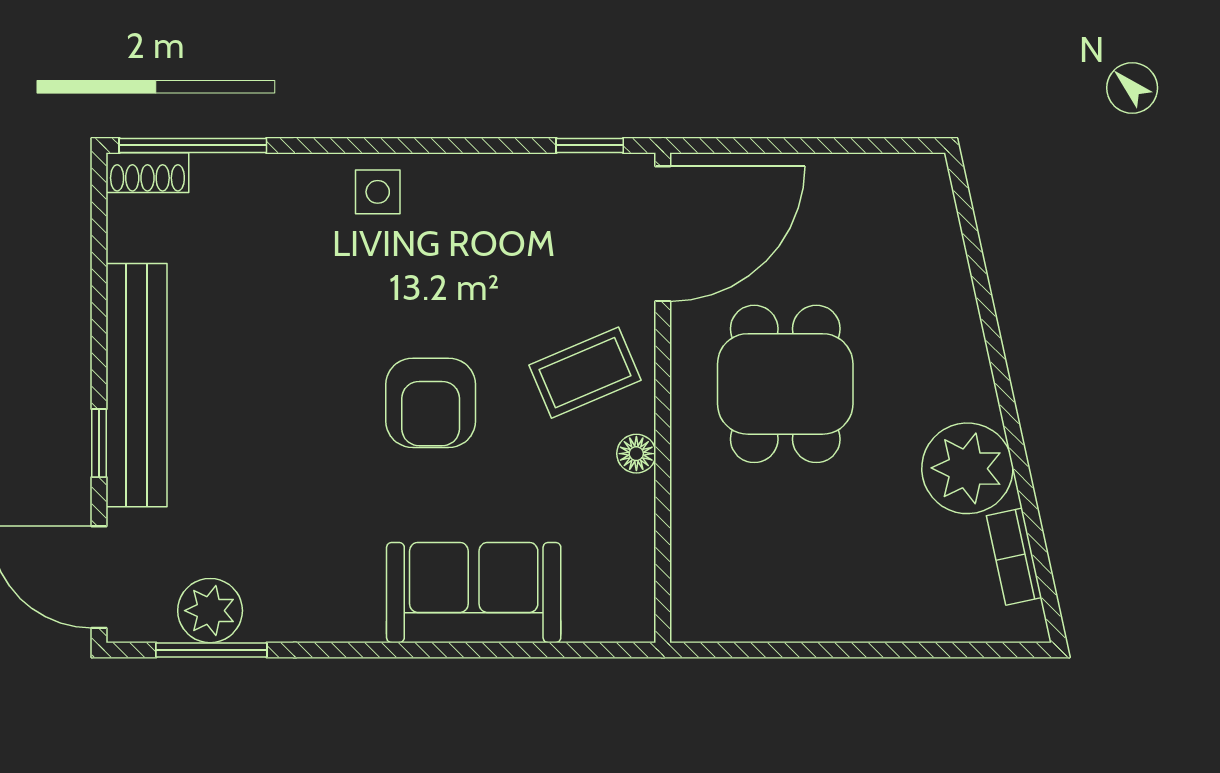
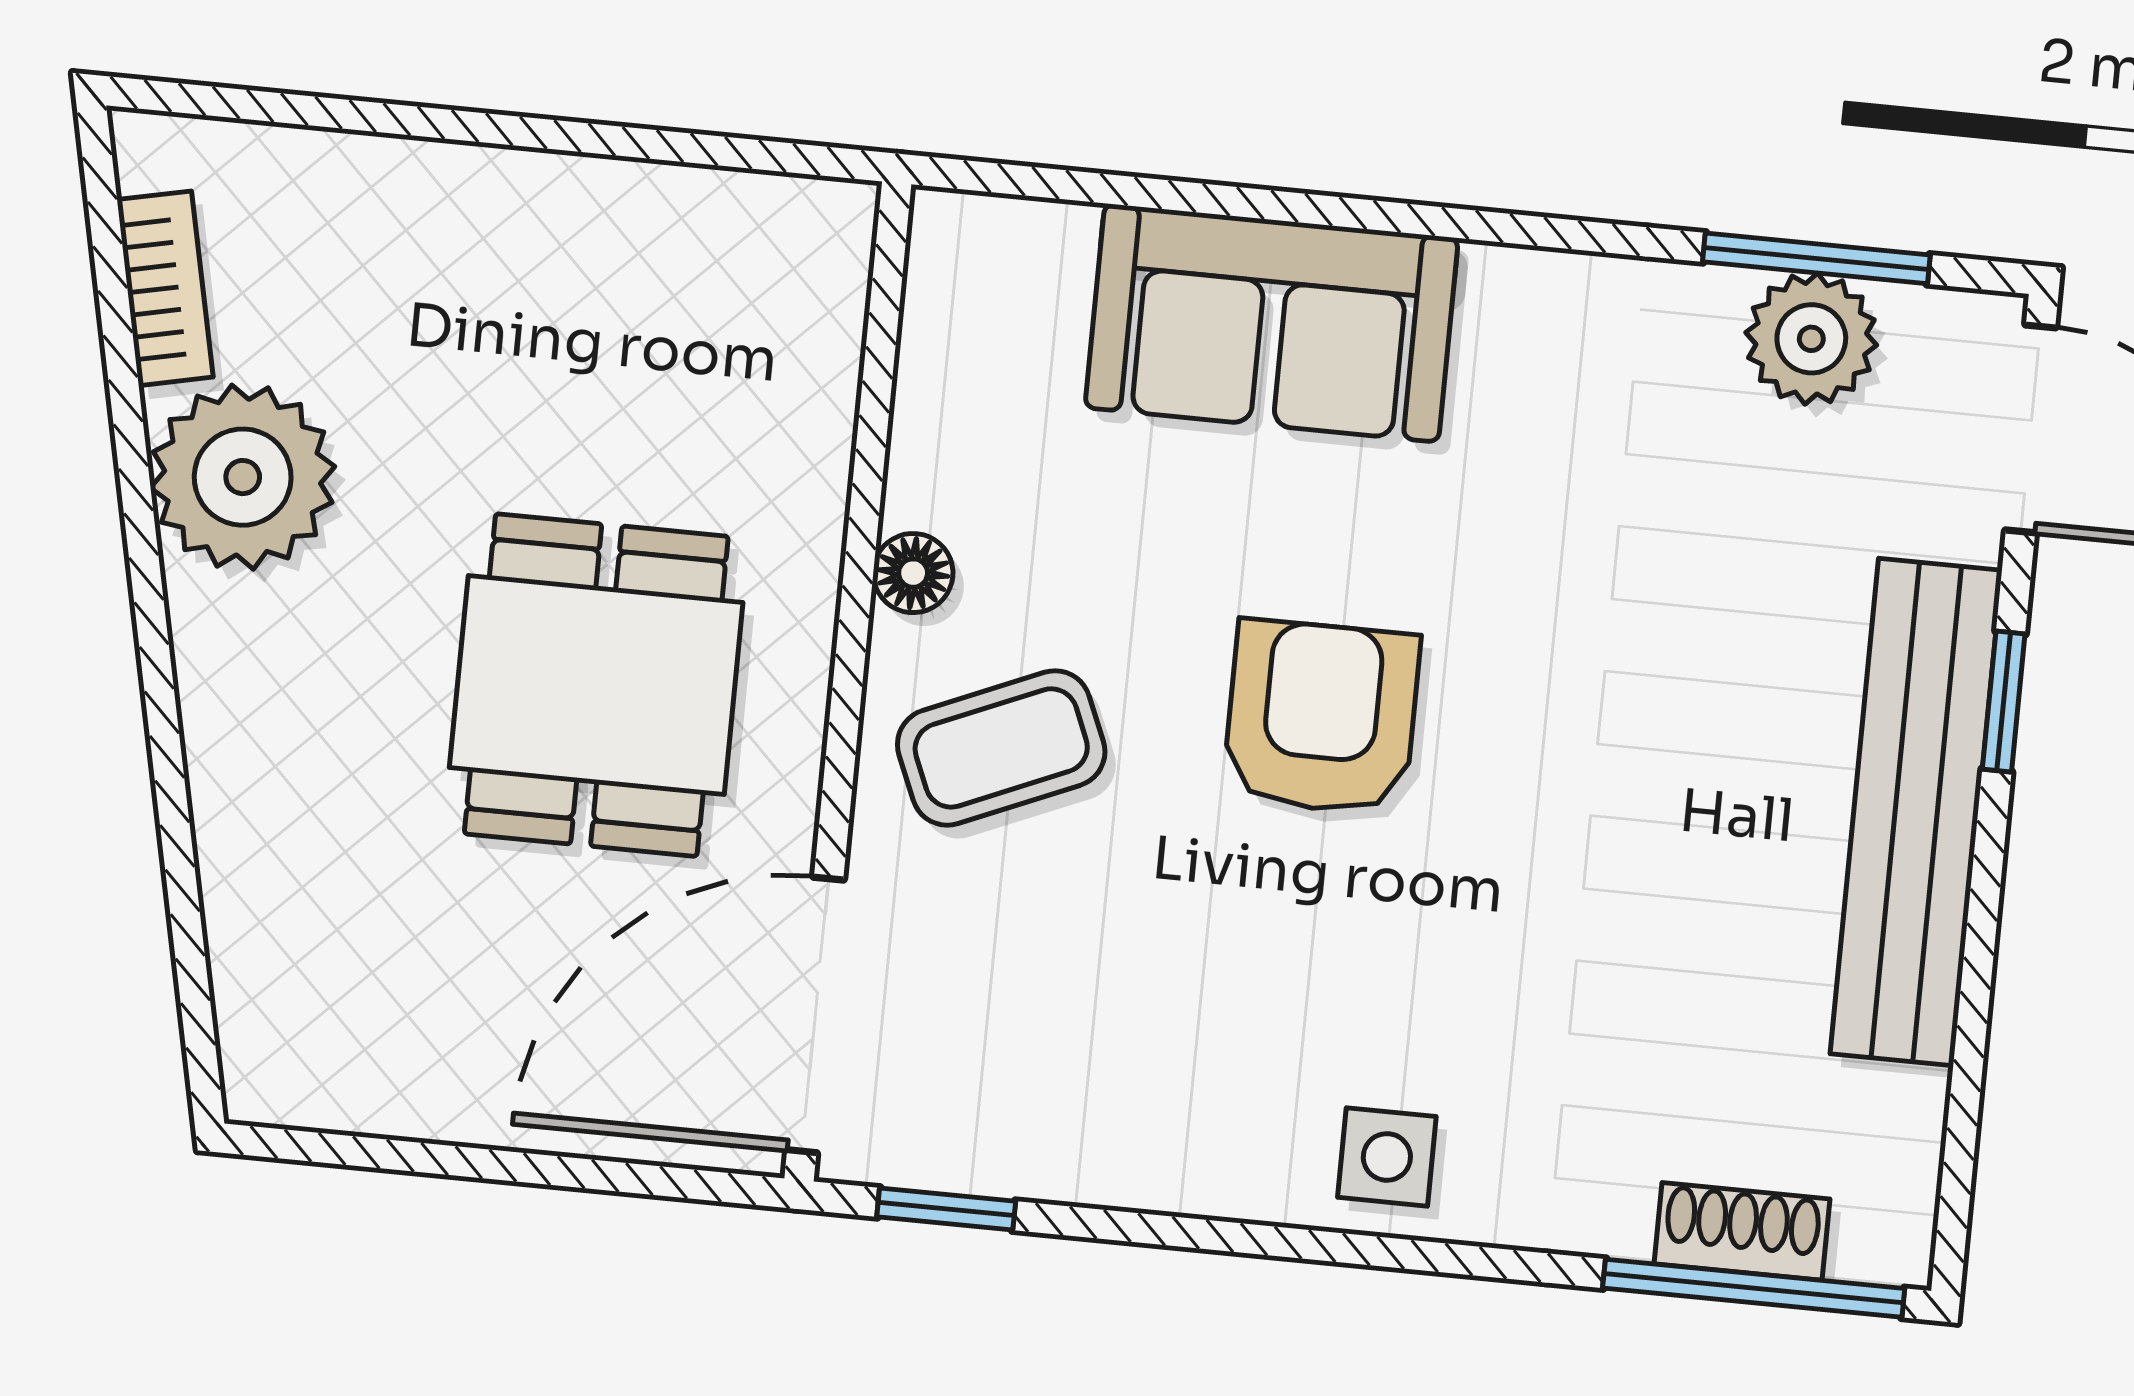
shoe rack: (147, 173) -> (1742, 1231), moved

